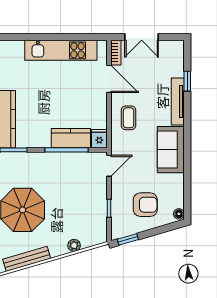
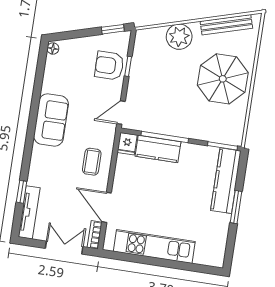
tv unit: (178, 101) -> (29, 212), moved
armchair: (145, 205) -> (109, 66), moved
plant: (74, 245) -> (179, 37), width x1.88, depth x1.88

